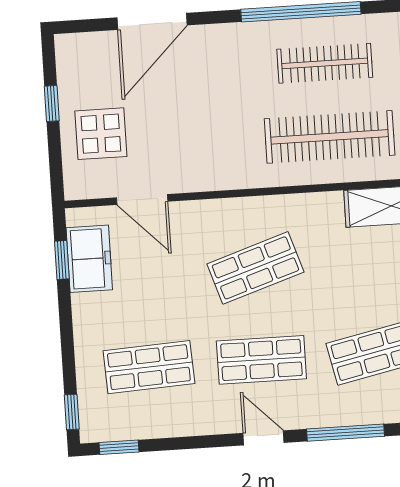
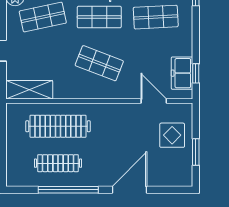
door: (152, 21) -> (129, 190), moved
window: (52, 103) -> (196, 152), width x1.50
shop shelf: (255, 268) -> (99, 63), turned 39

